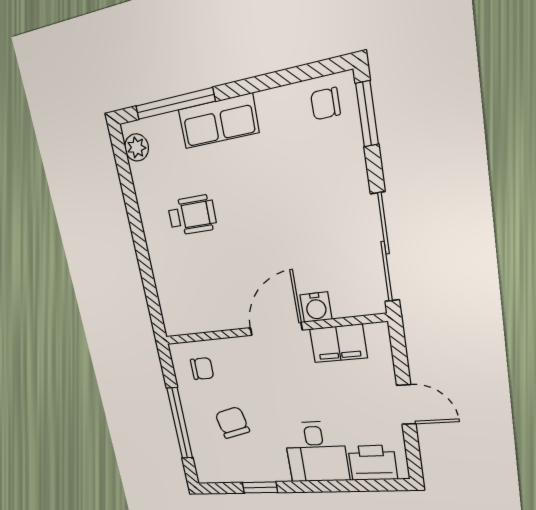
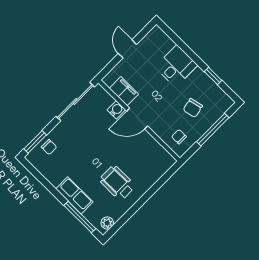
chair: (325, 104) -> (49, 147), moved
wheelchair: (192, 215) -> (117, 183), width x1.36, depth x1.37
printer: (373, 463) -> (162, 42), removed

